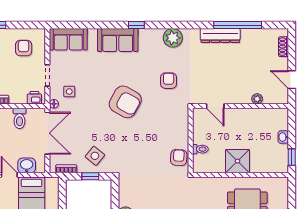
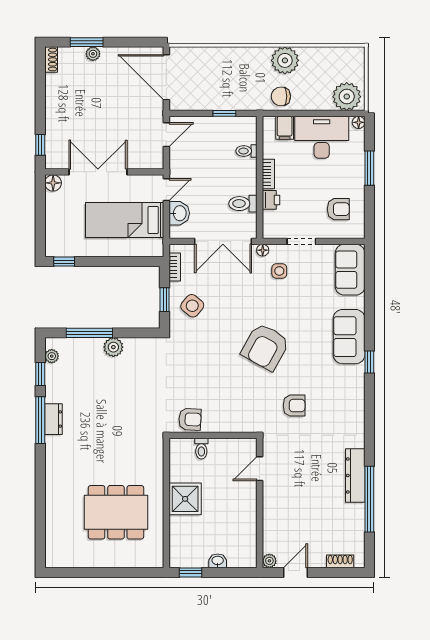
plant: (173, 38) -> (352, 411), removed
printer: (34, 98) -> (271, 200), moved
plant: (257, 99) -> (269, 561), moved

